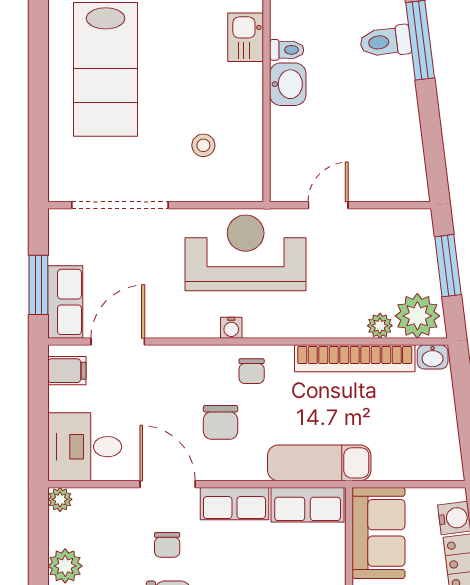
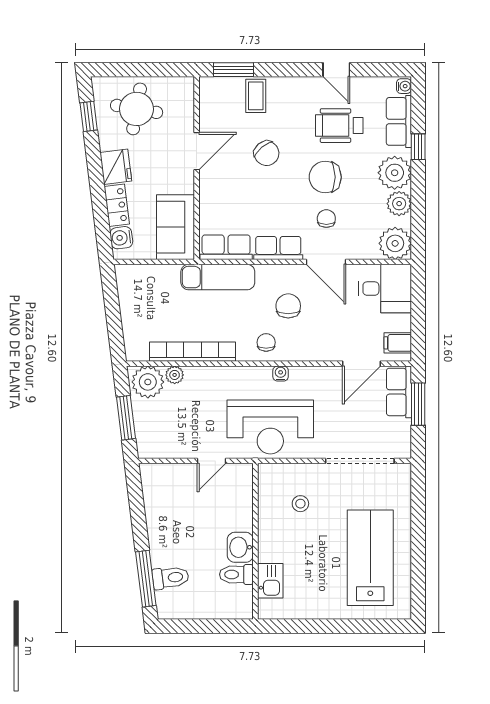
toilet: (287, 50) -> (236, 574), width x1.37, depth x1.39
washbasin: (433, 357) -> (137, 353), removed
plant: (60, 499) -> (395, 243), width x1.88, depth x1.88

